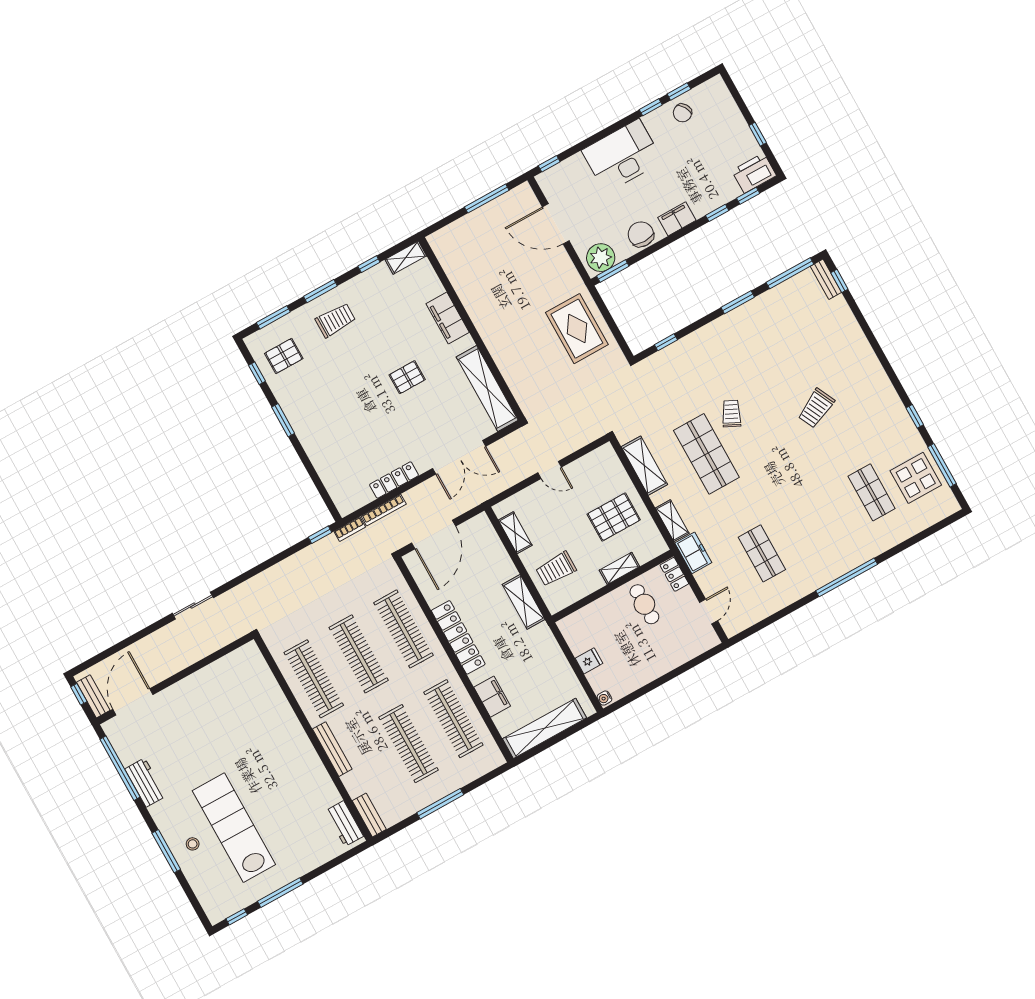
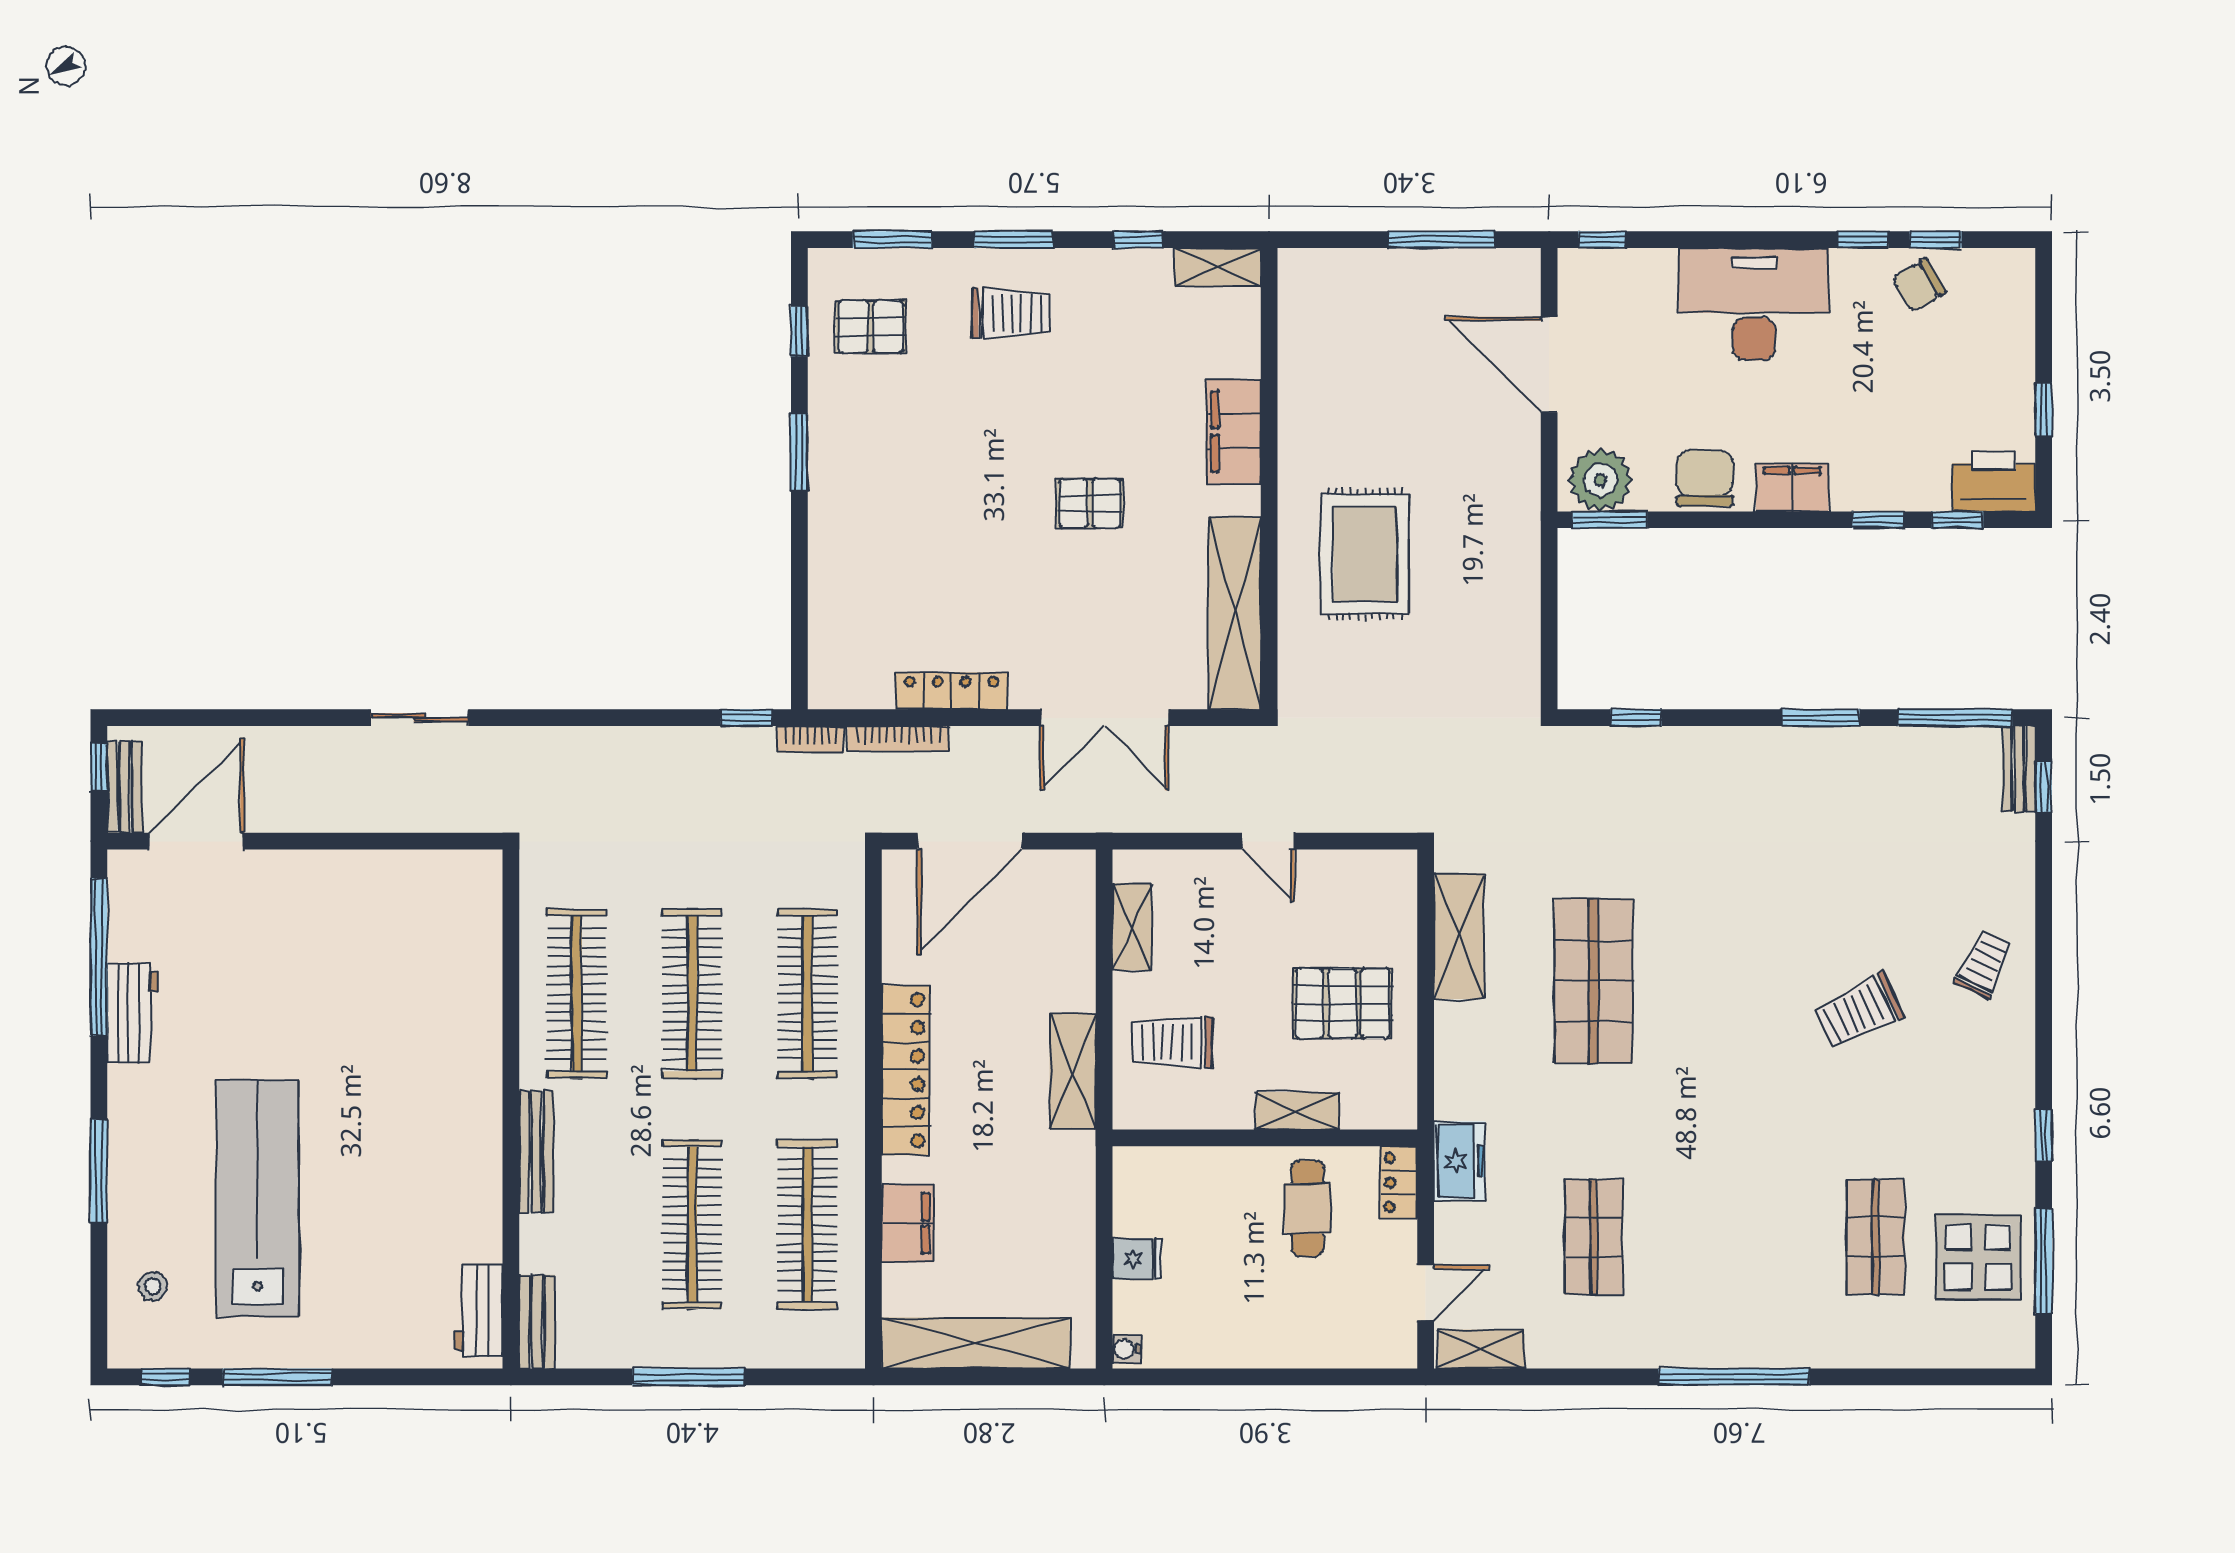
rug: (577, 329) -> (1365, 554), moved
trolley: (731, 414) -> (1984, 964), moved
shelving: (672, 521) -> (1481, 1349), moved, turned 90
stool: (193, 844) -> (153, 1286), moved

